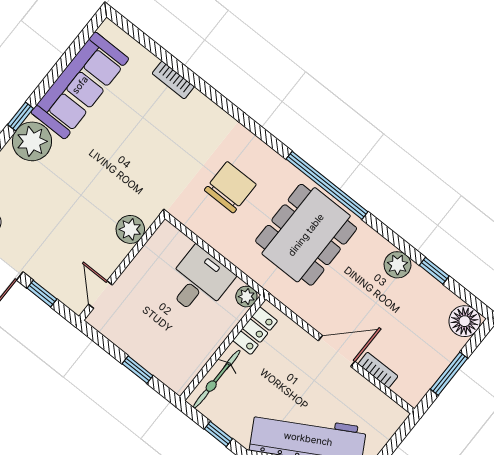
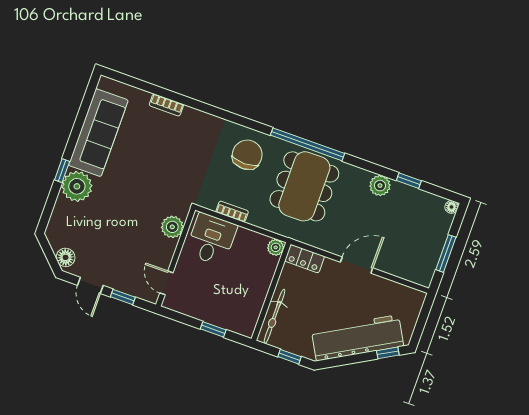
chair: (230, 187) -> (247, 155), moved
desk: (199, 282) -> (211, 239), moved
floor lamp: (465, 321) -> (451, 207), width x0.53, depth x0.53
locker: (255, 331) -> (305, 259), moved, turned 90
bookcase: (378, 370) -> (232, 212), moved

